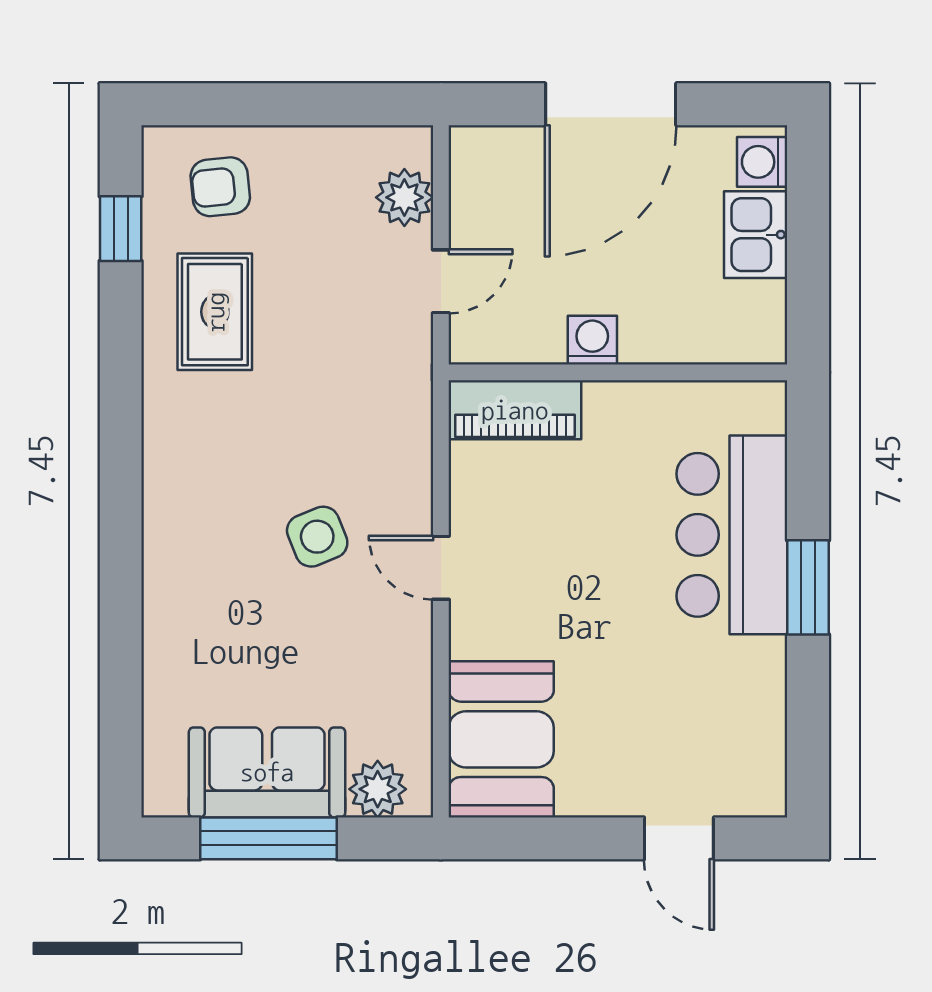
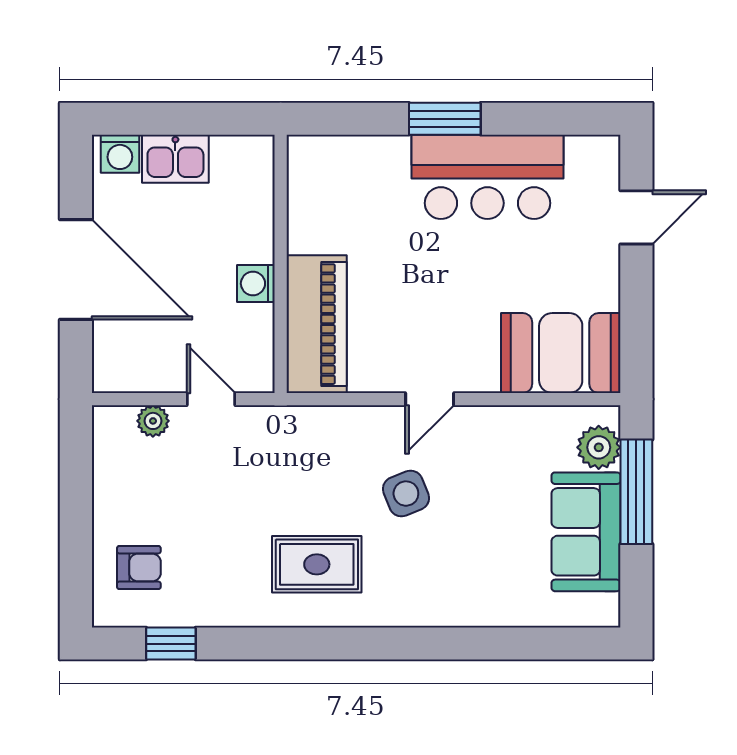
armchair: (220, 187) -> (139, 568), turned -84
plant: (404, 197) -> (153, 421), width x0.73, depth x0.73
rug: (215, 312) -> (317, 564), moved
piano: (515, 410) -> (317, 324), width x1.37, depth x1.33
bar counter: (732, 535) -> (487, 177), moved
window: (268, 838) -> (636, 492), moved

